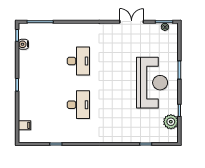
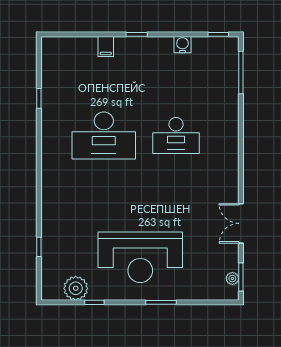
double door: (132, 22) -> (241, 223), swing flipped
water cooler: (23, 44) -> (182, 45), moved
desk: (78, 105) -> (104, 136), width x1.36, depth x1.30
filing cabinet: (24, 125) -> (106, 46), moved

